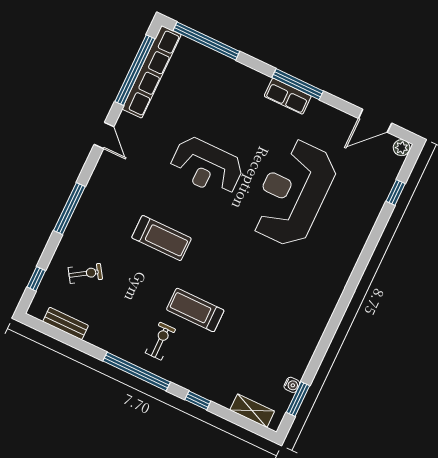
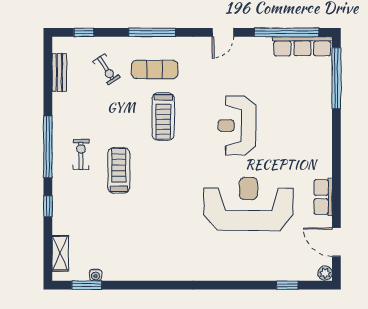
row of seats: (152, 72) -> (302, 46), width x0.73
window: (298, 84) -> (336, 167), removed
row of seats: (288, 96) -> (323, 197), moved
exercise mat: (109, 224) -> (155, 70), added
exercise bike: (160, 341) -> (81, 154), turned -90

